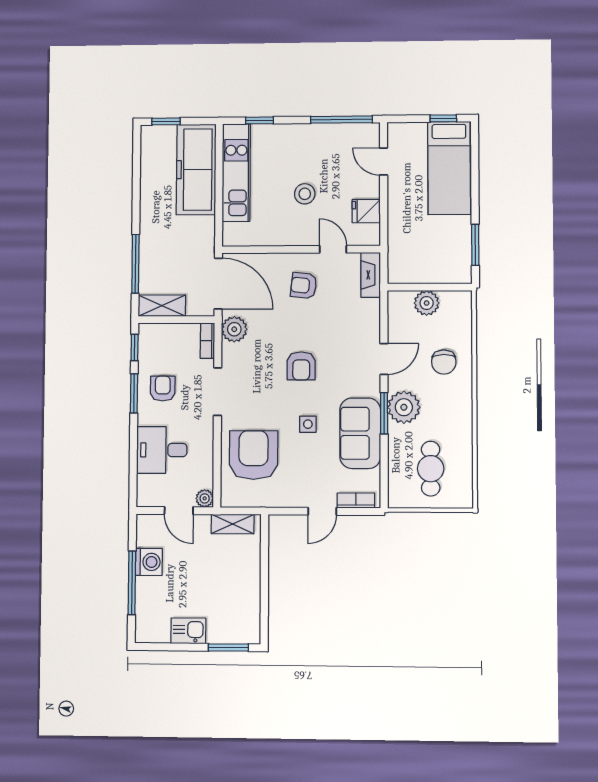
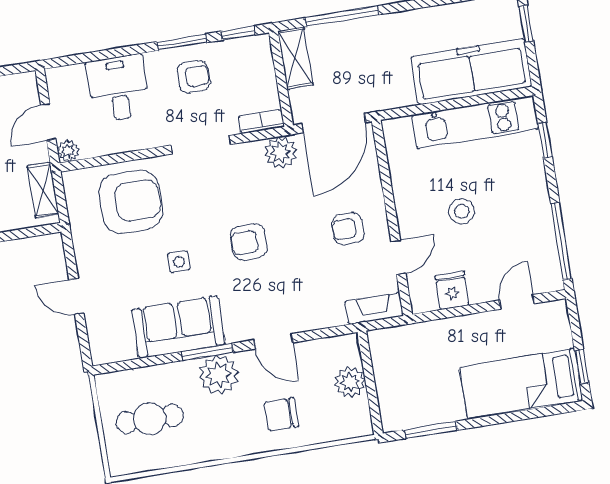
armchair: (304, 285) -> (348, 229), turned -96
bookcase: (356, 501) -> (96, 335), removed

